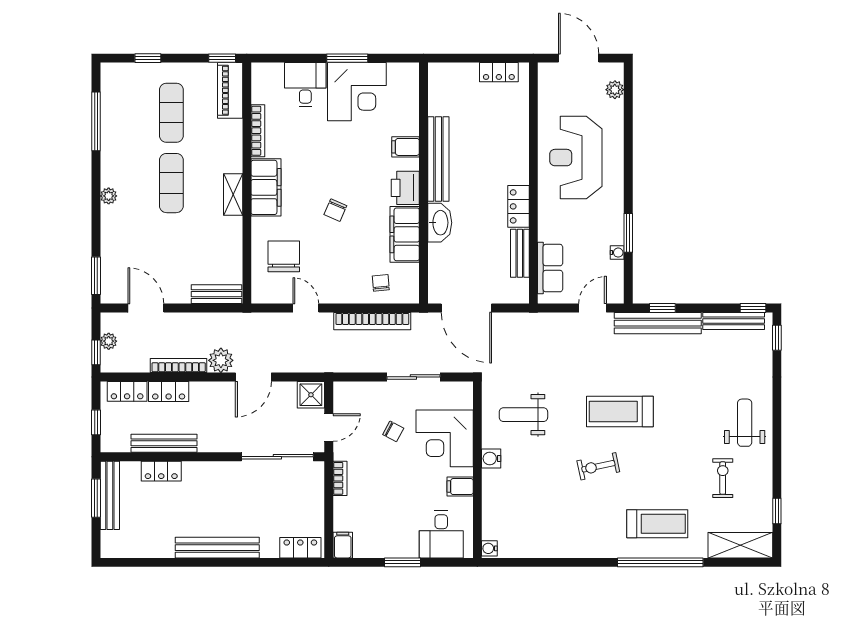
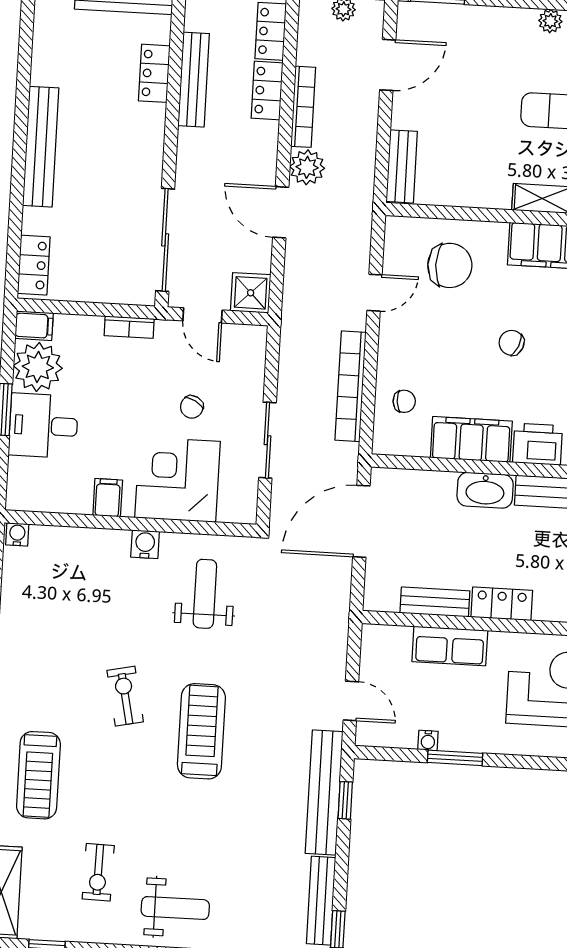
row of seats: (550, 268) -> (450, 646), moved
exercise bike: (723, 478) -> (98, 872), turned 91
desk: (441, 534) -> (43, 426), moved
plant: (371, 541) -> (38, 367), added

